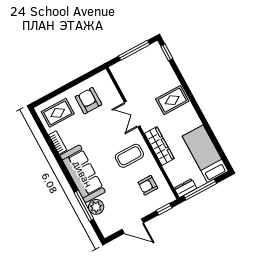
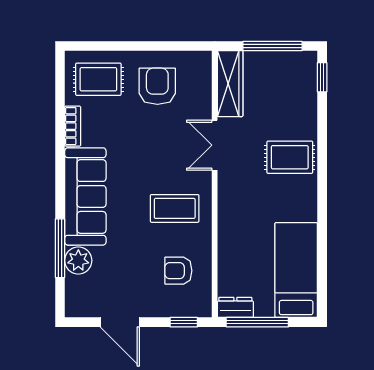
wardrobe: (159, 146) -> (230, 84), moved

